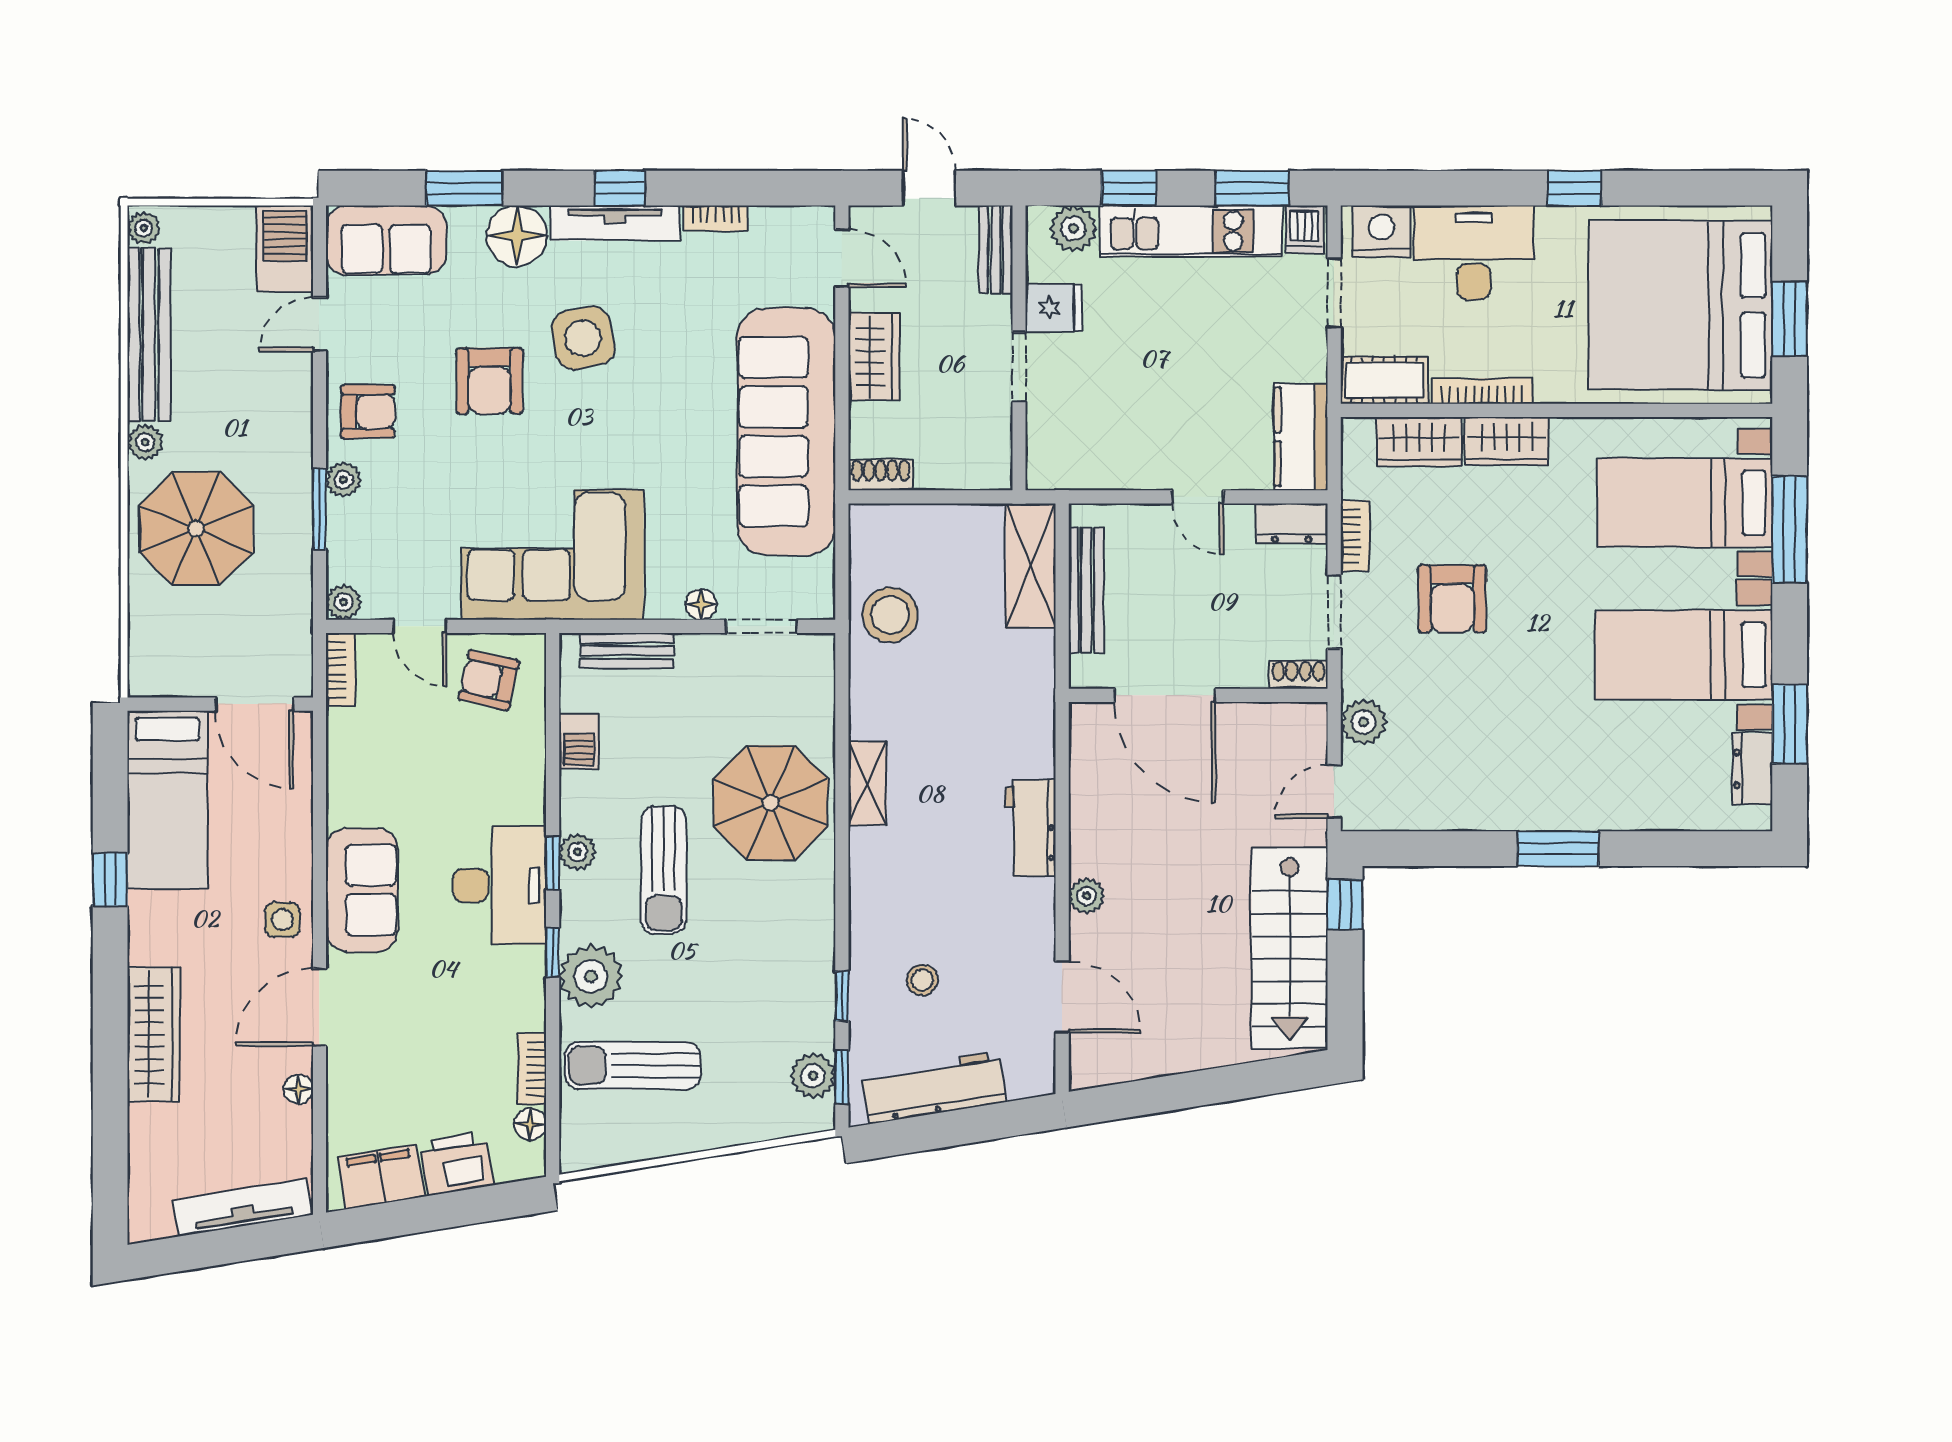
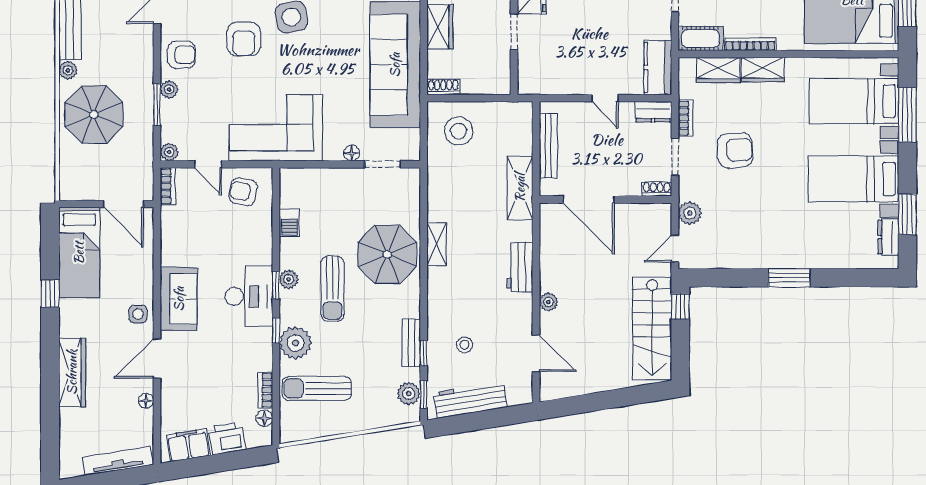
shelving: (1031, 566) -> (520, 188), moved
armchair: (1452, 599) -> (735, 150), turned -93
stool: (890, 615) -> (459, 131), moved
bench: (627, 651) -> (411, 343), moved, turned 90

